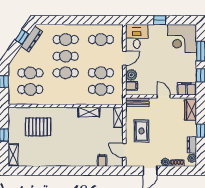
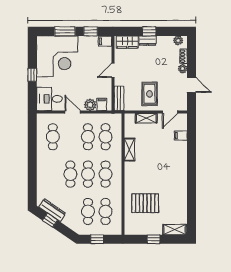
corner desk: (182, 39) -> (57, 56), width x1.36, depth x1.36
cafe table: (66, 40) -> (106, 174), moved
filing cabinet: (186, 89) -> (105, 41), width x0.50
shelving: (118, 117) -> (146, 118), moved
pallet: (38, 127) -> (145, 203), turned 90
rug: (142, 131) -> (149, 94), turned 90
dresser: (192, 145) -> (148, 41), moved

